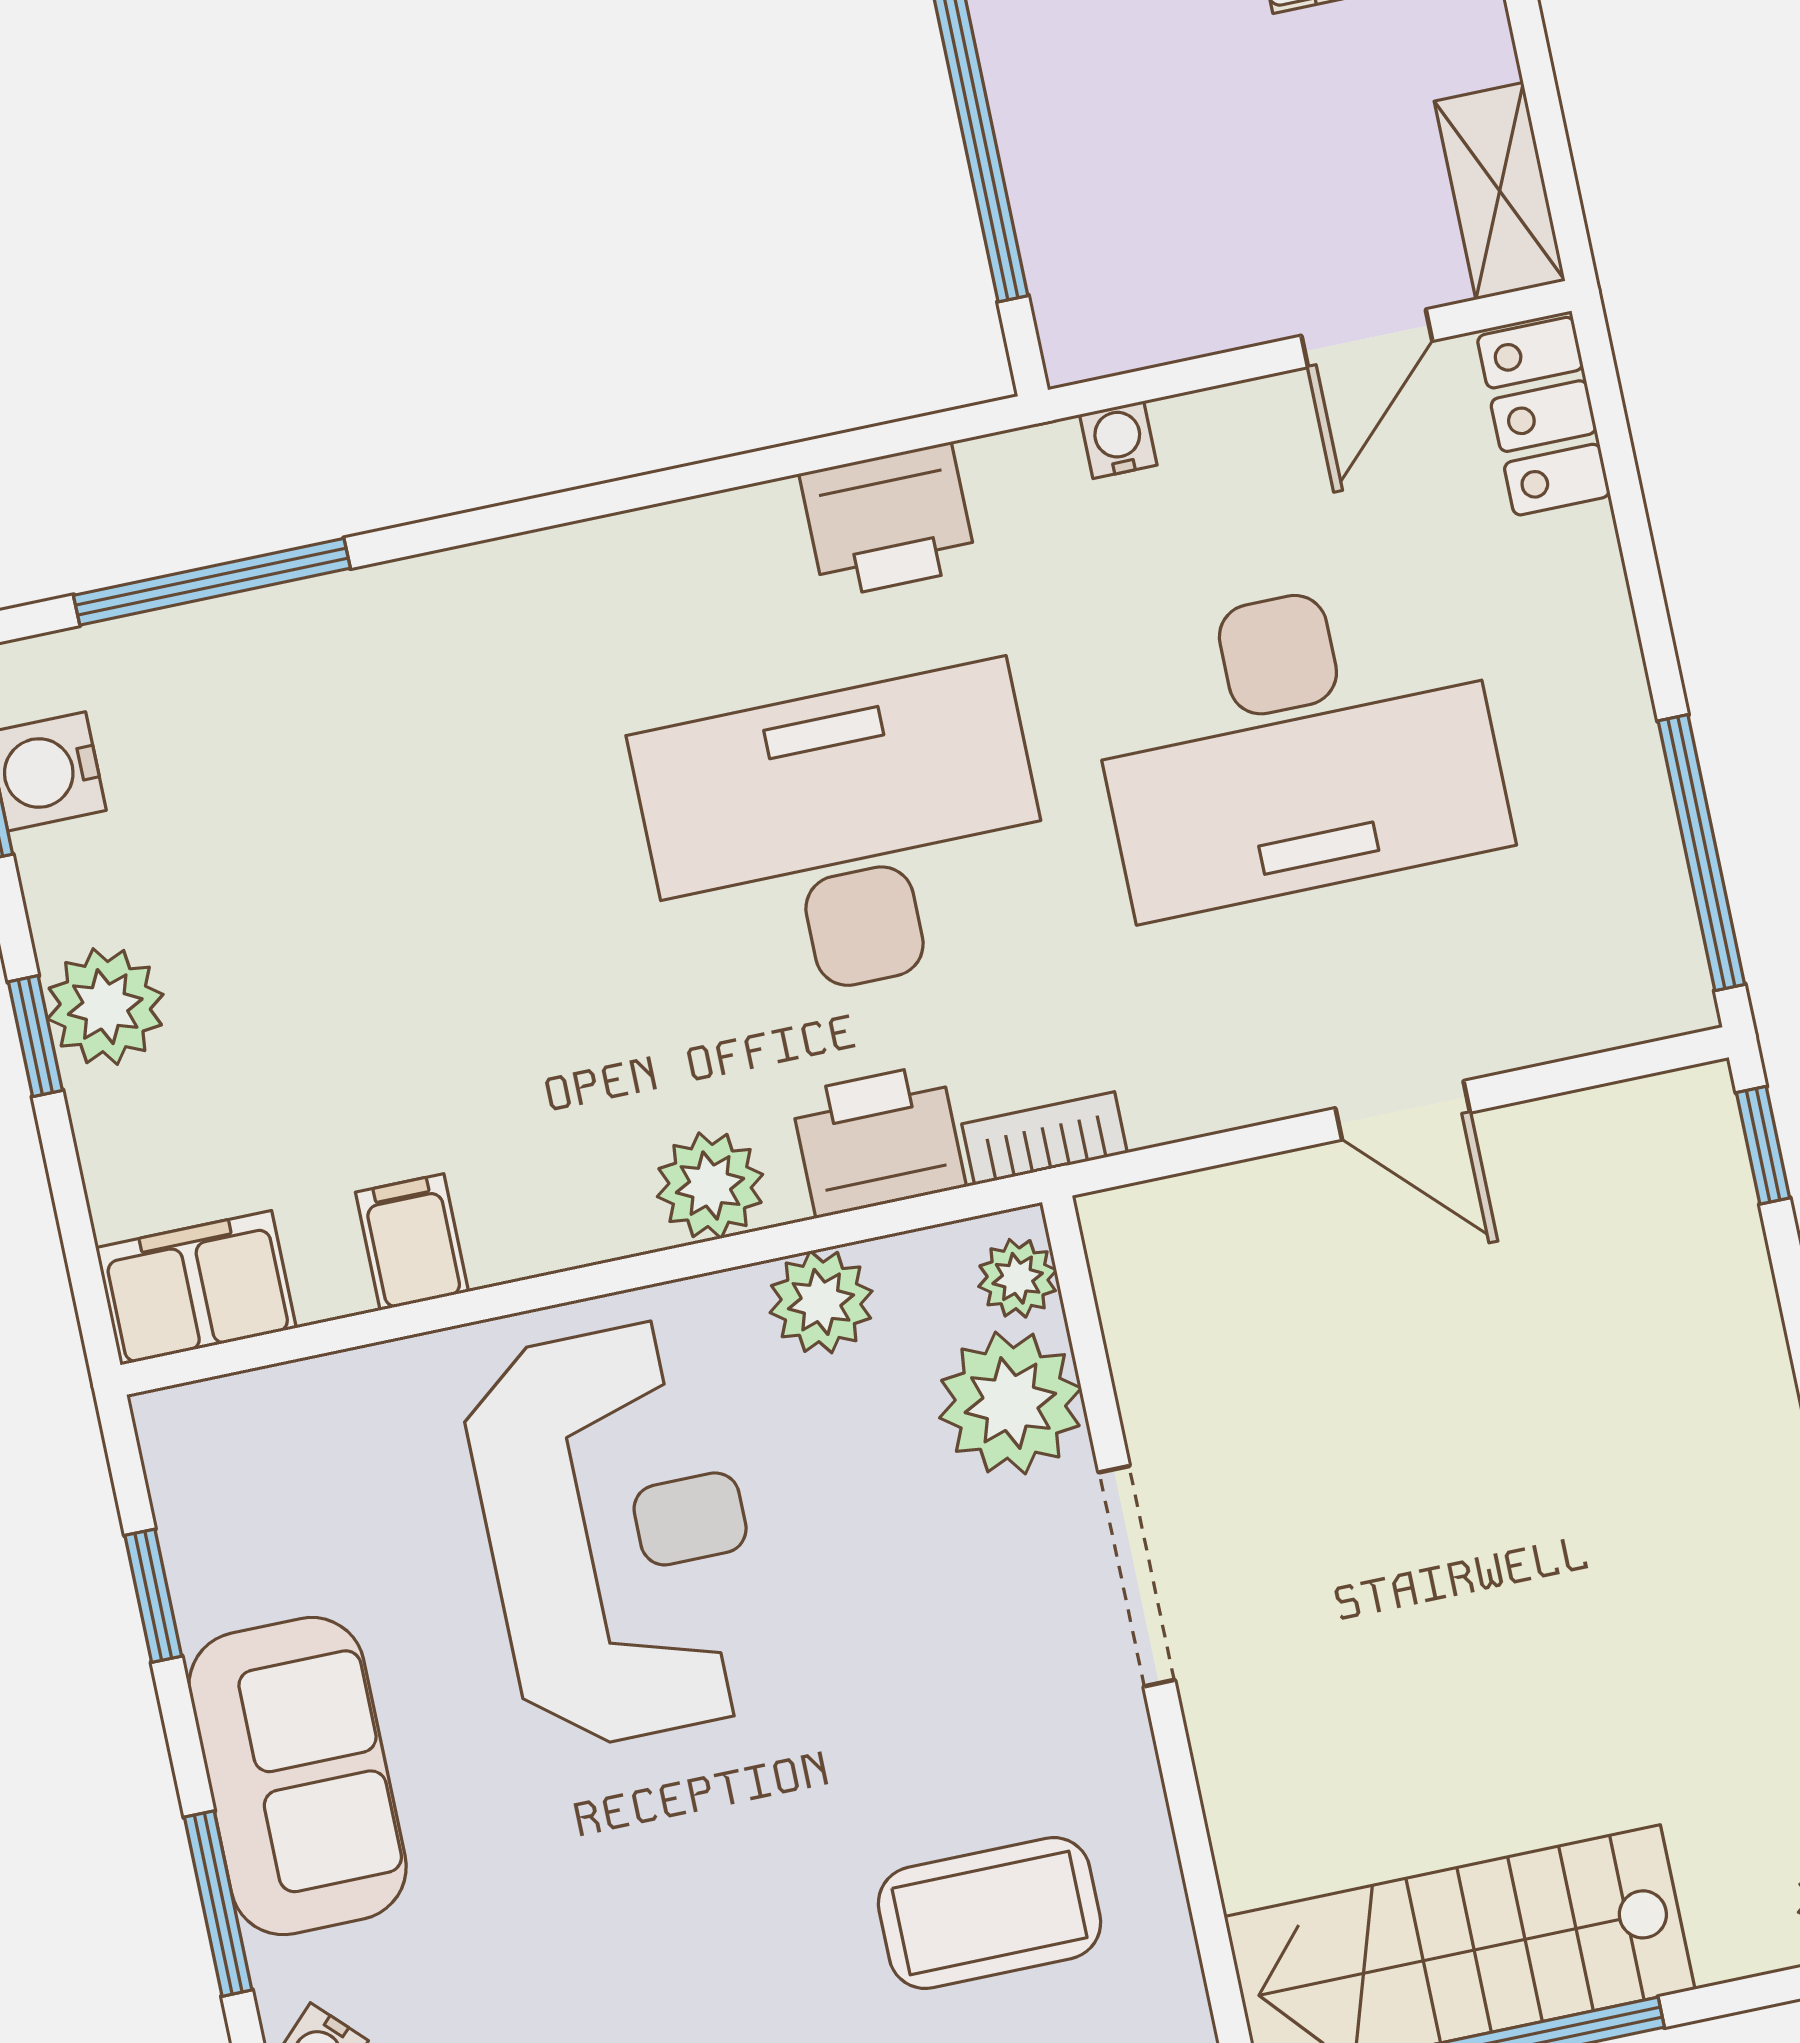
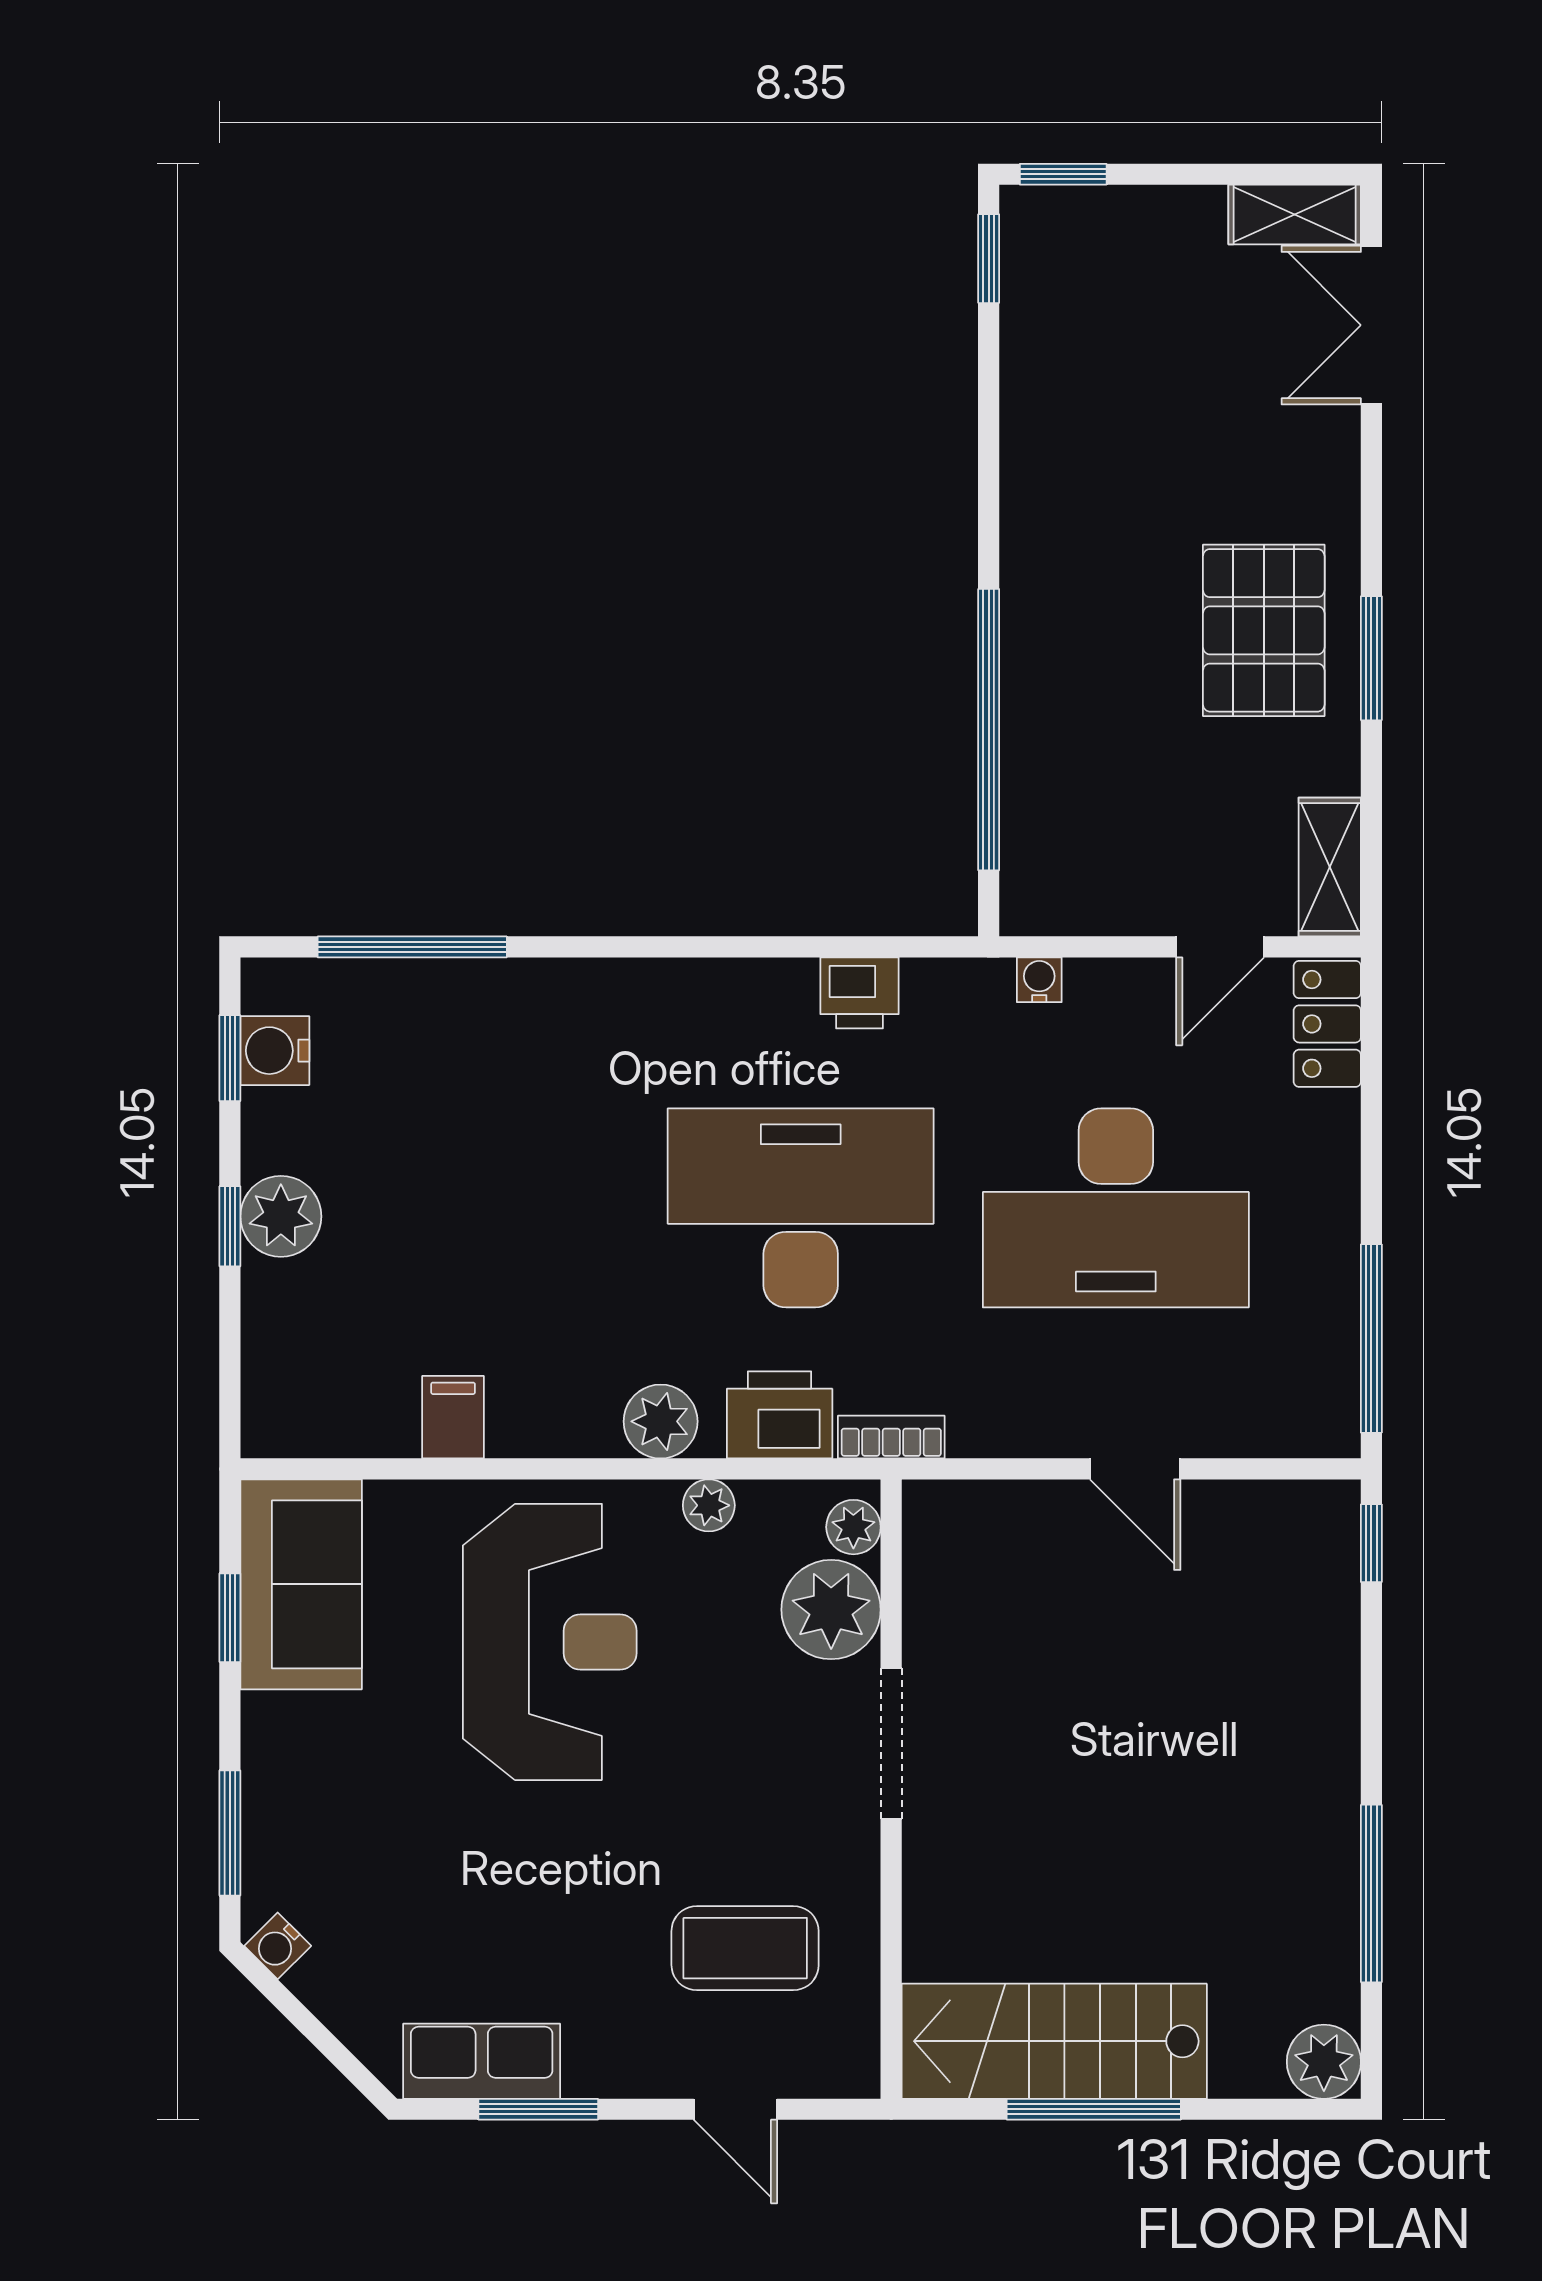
printer: (888, 521) -> (859, 993), width x0.73, depth x0.81
filing cabinet: (196, 1288) -> (302, 1417), removed
plant: (821, 1302) -> (709, 1505), width x0.73, depth x0.73
sofa: (298, 1776) -> (301, 1584), moved

